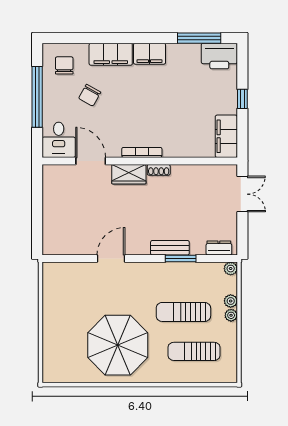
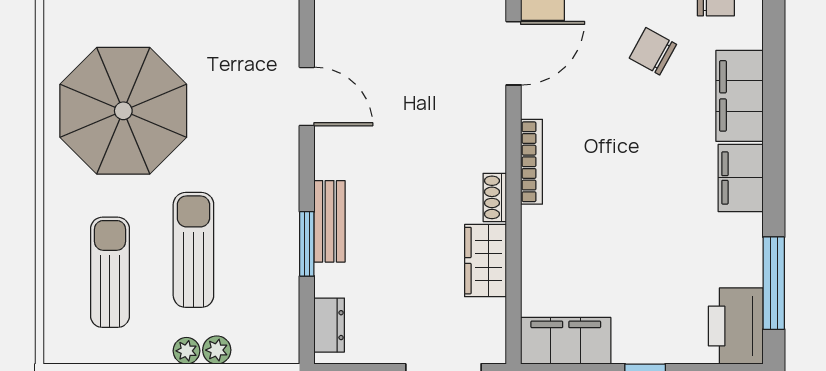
wardrobe: (129, 174) -> (485, 261), moved
plant: (231, 269) -> (286, 350), removed

